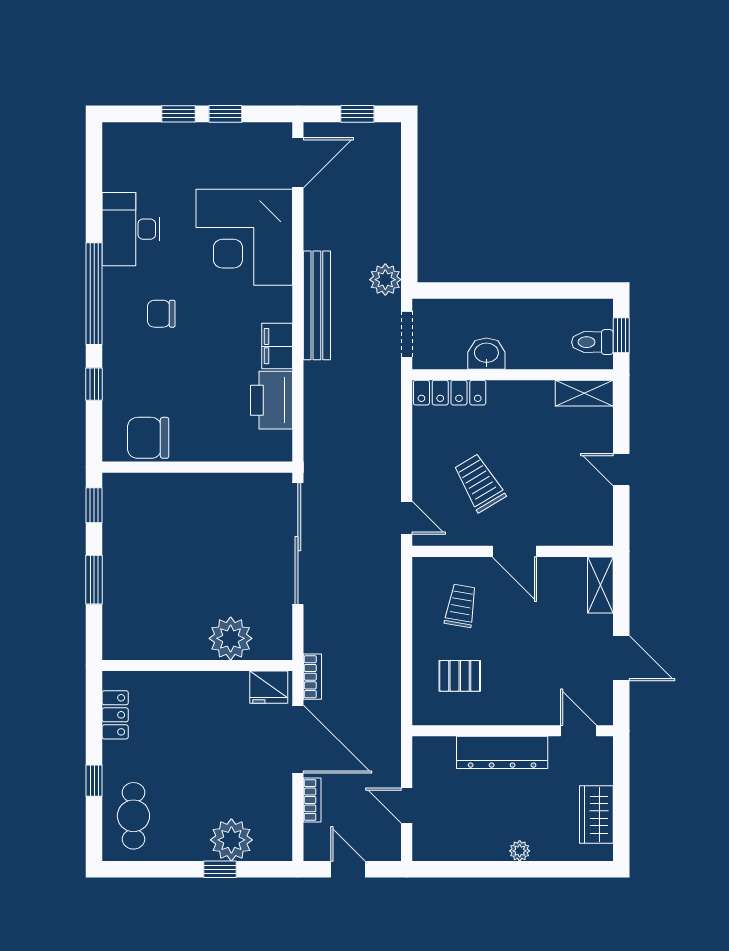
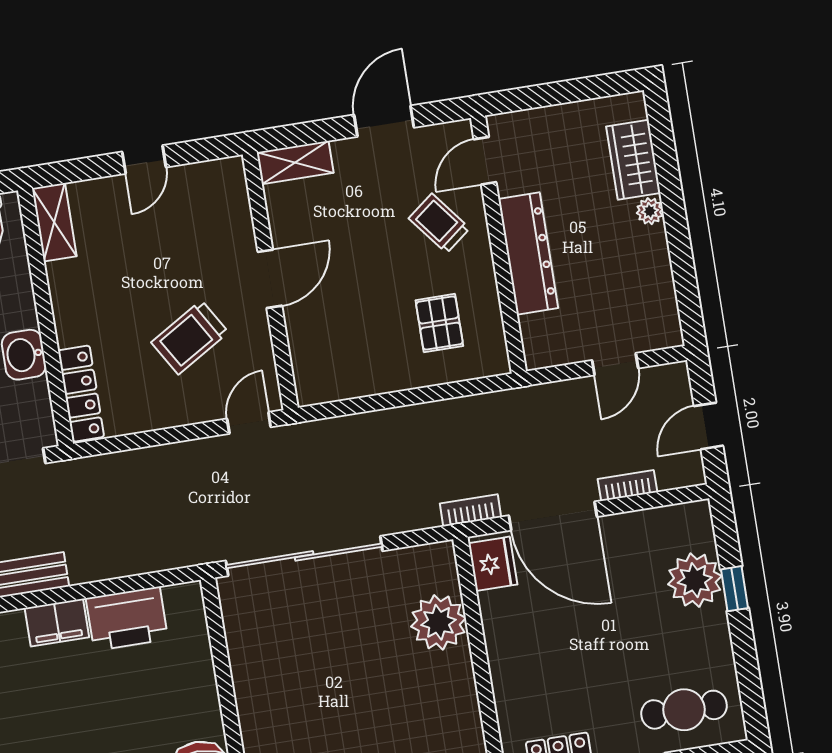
trolley: (461, 606) -> (439, 223), moved, turned 42
door: (298, 739) -> (553, 516), swing flipped
wardrobe: (596, 815) -> (633, 160), moved, turned 90

